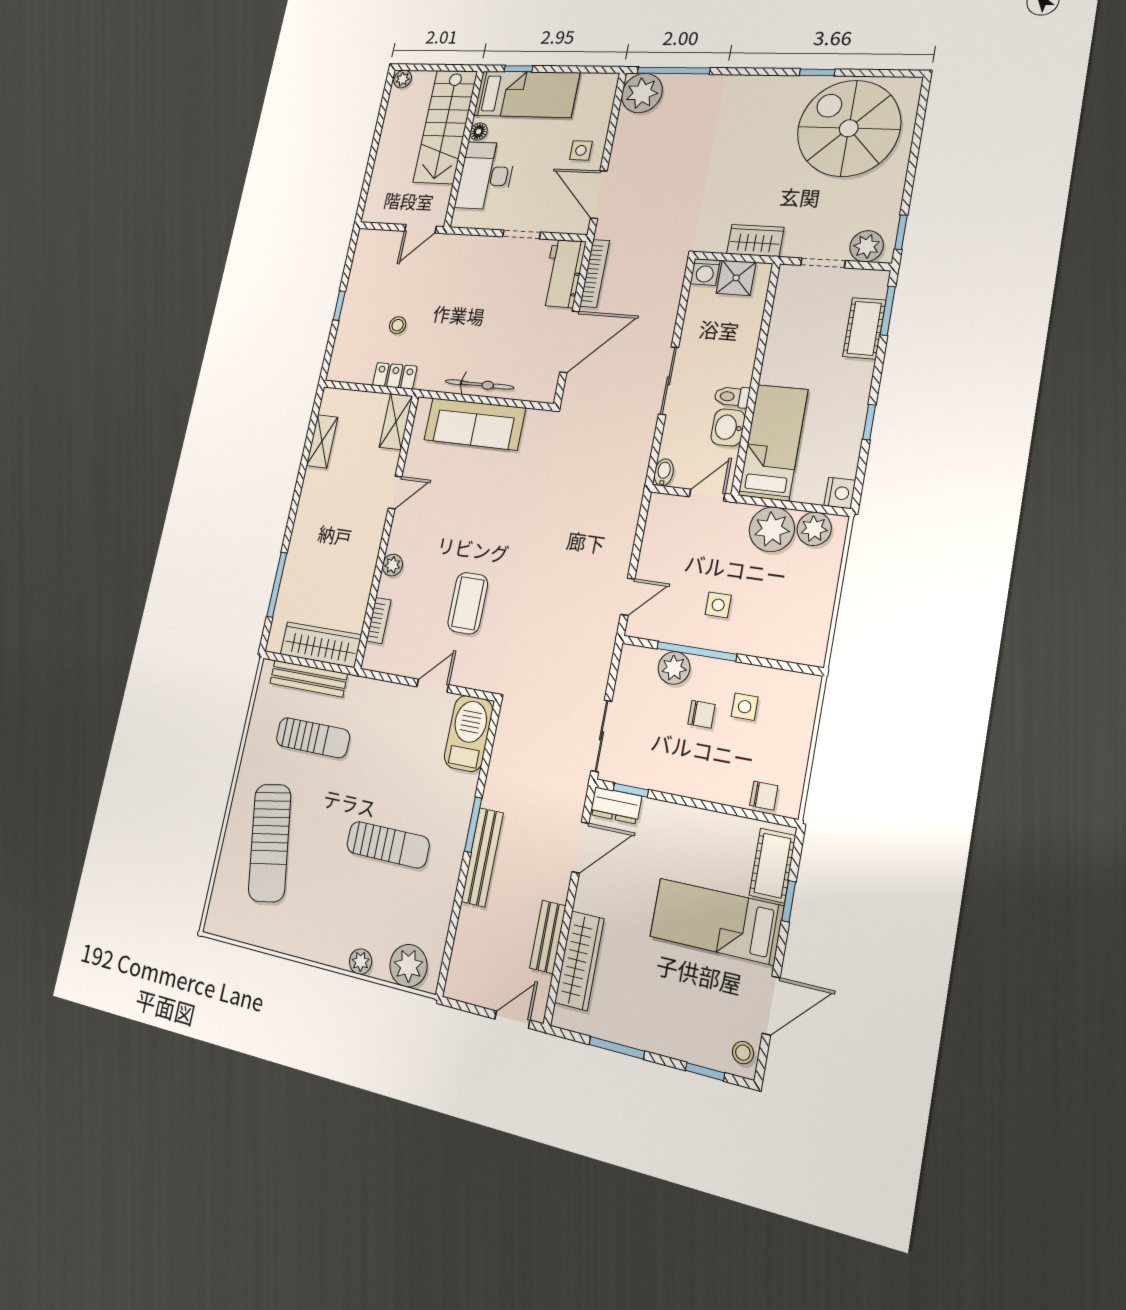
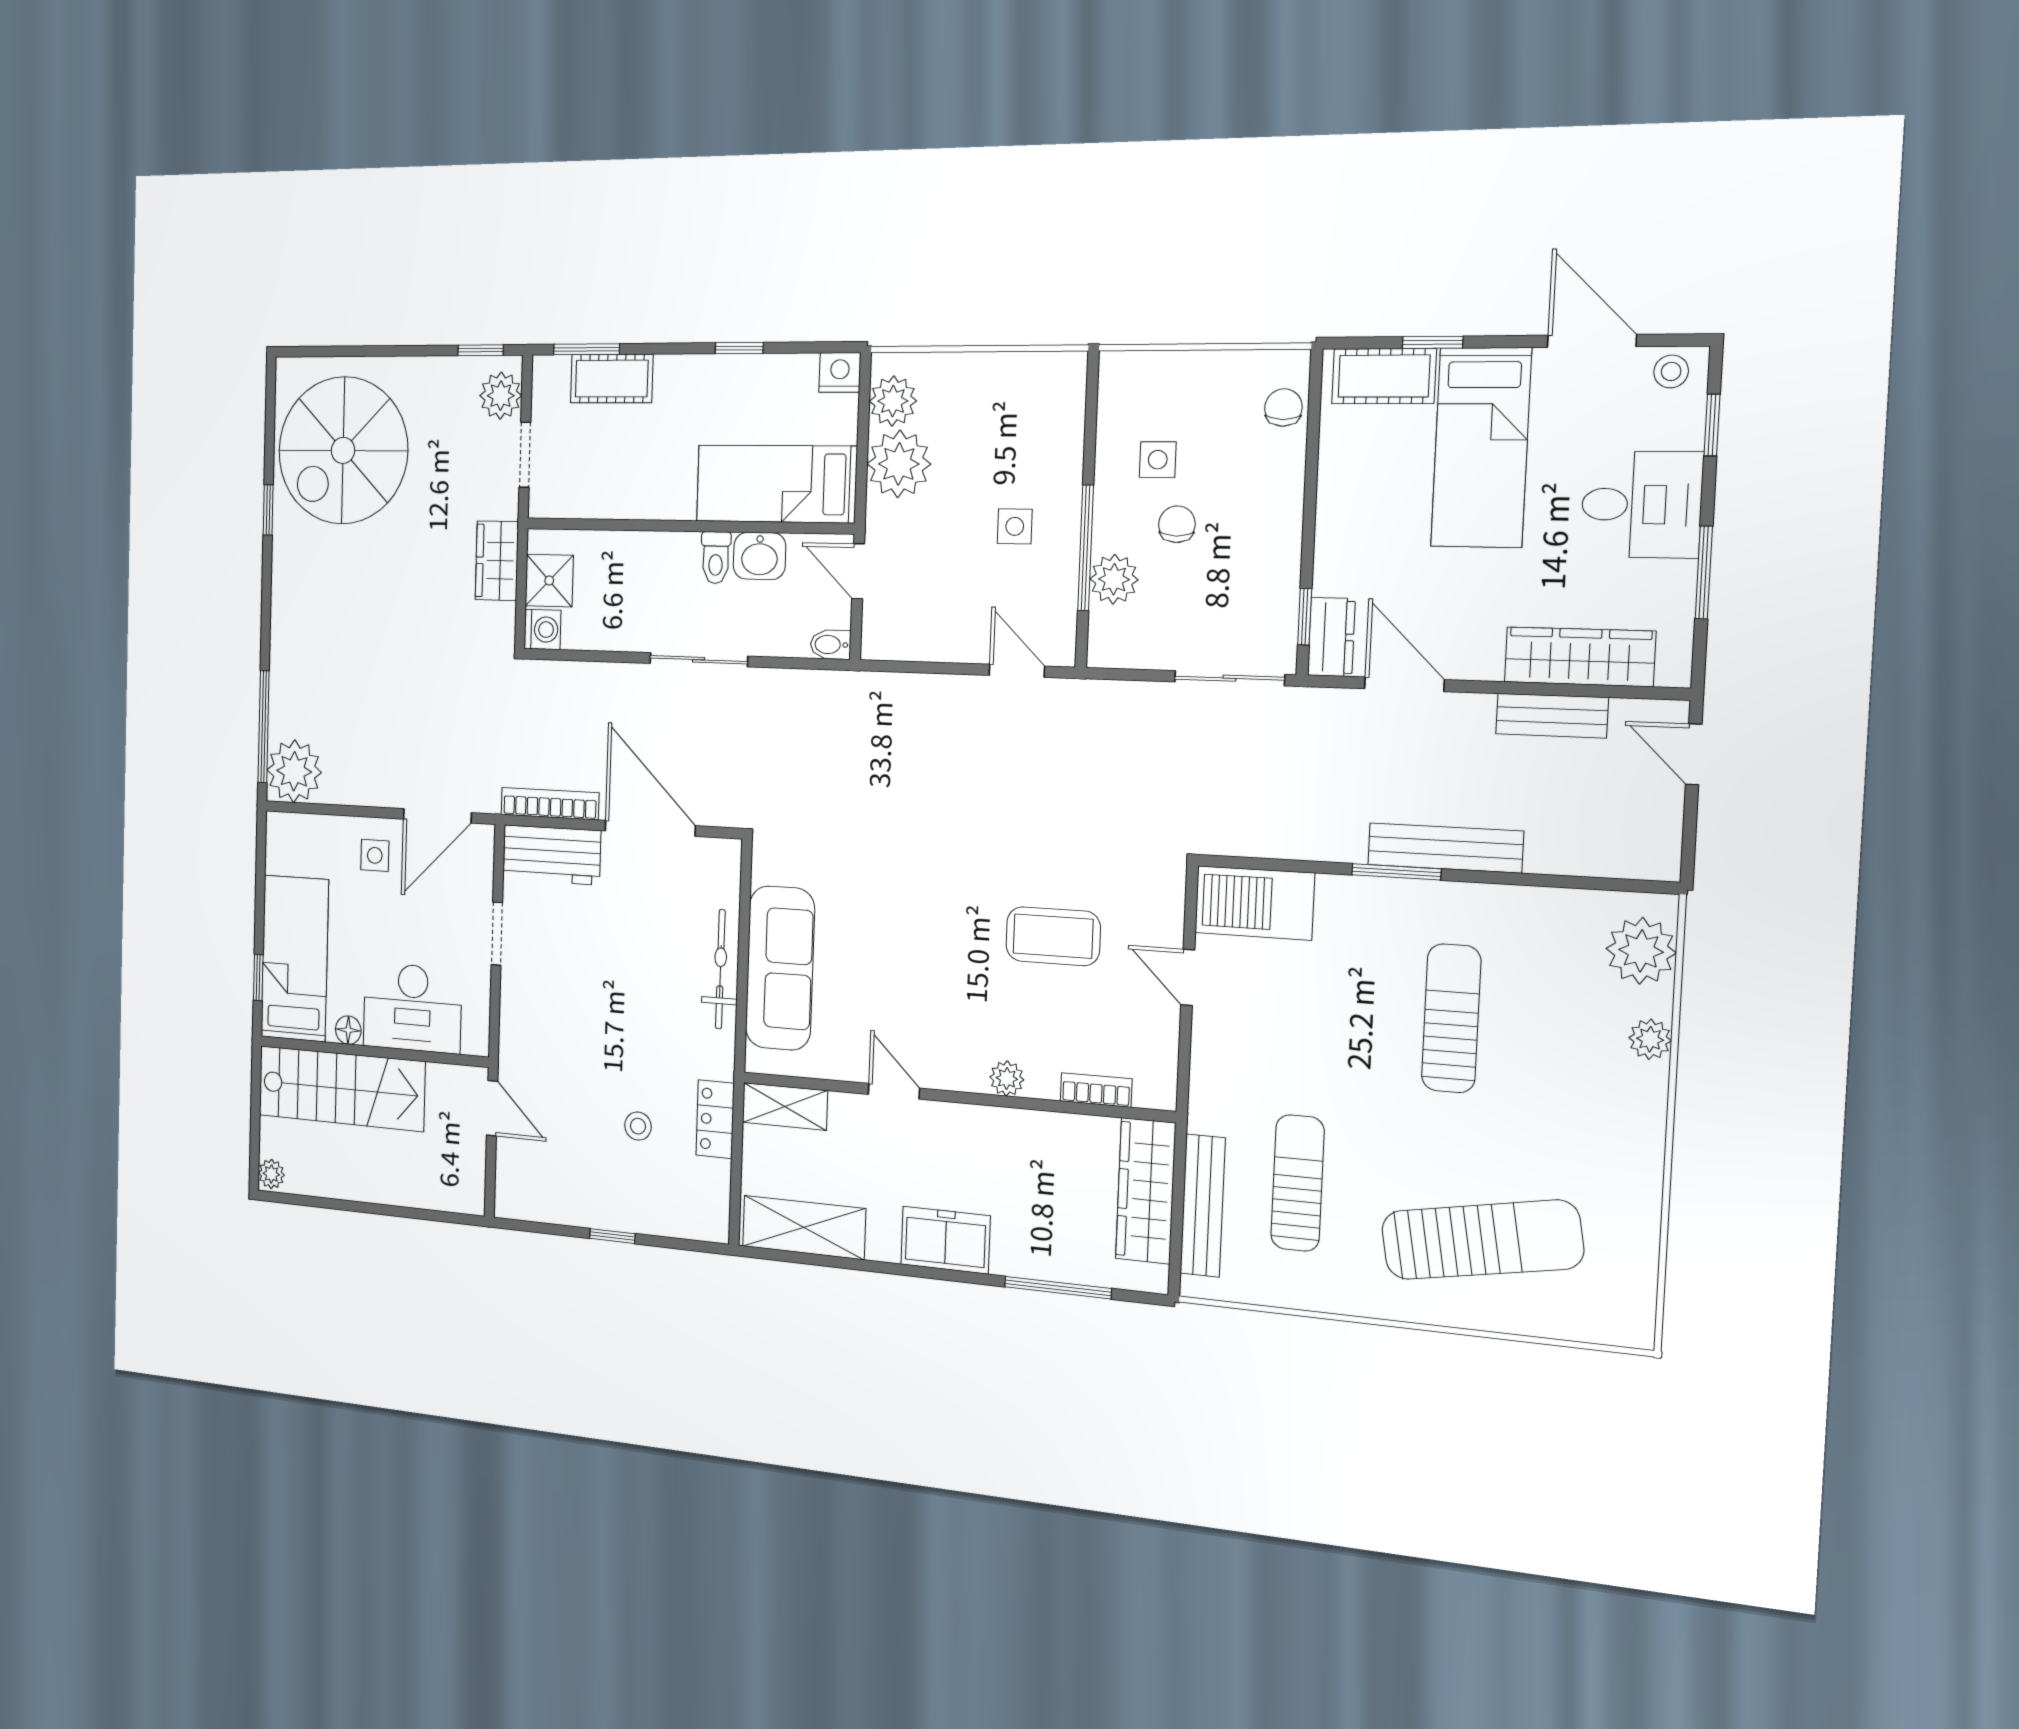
shelving: (322, 441) -> (804, 1227), width x1.50, depth x1.33
freezer: (310, 518) -> (945, 1240), added
desk: (664, 1017) -> (1641, 505), added

